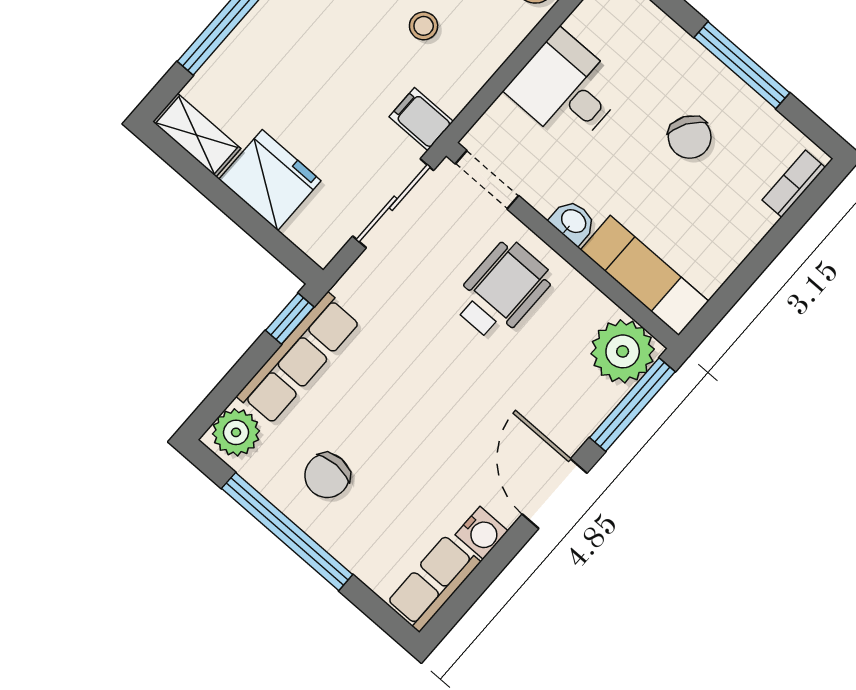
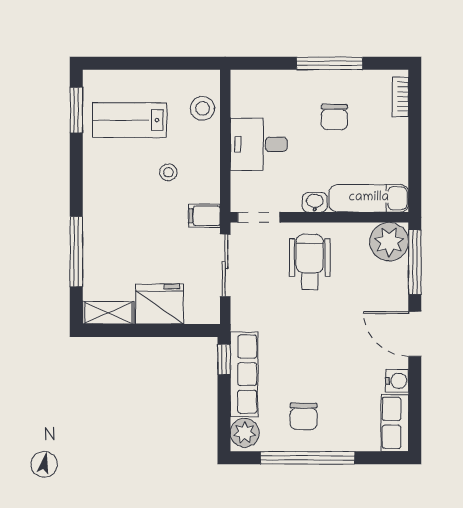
chair: (690, 137) -> (334, 117), turned 57

